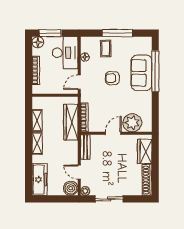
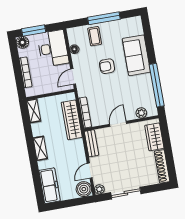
window: (155, 71) -> (157, 85), moved
shelving: (37, 121) -> (34, 111), moved
plant: (132, 123) -> (141, 113), width x0.53, depth x0.53
door: (79, 172) -> (90, 171), hinge flipped

